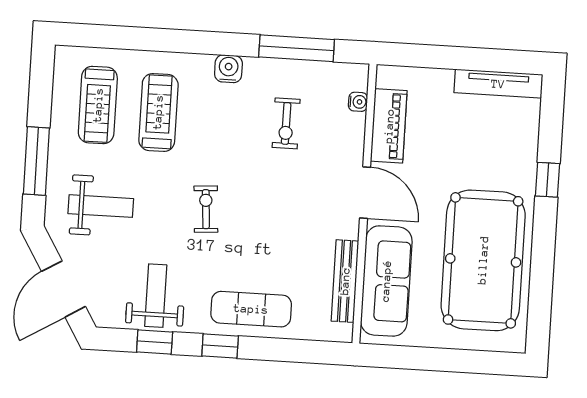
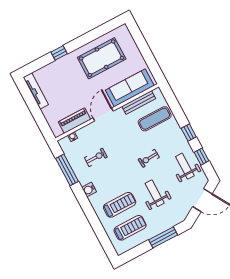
treadmill: (158, 112) -> (120, 205), turned 180
weight bench: (101, 206) -> (155, 193), moved
exercise bike: (206, 209) -> (149, 158), moved
pool table: (483, 260) -> (102, 58), width x0.73, depth x0.76
weight bench: (156, 296) -> (185, 166), turned 90
exercise mat: (251, 309) -> (155, 119), moved, turned 90

